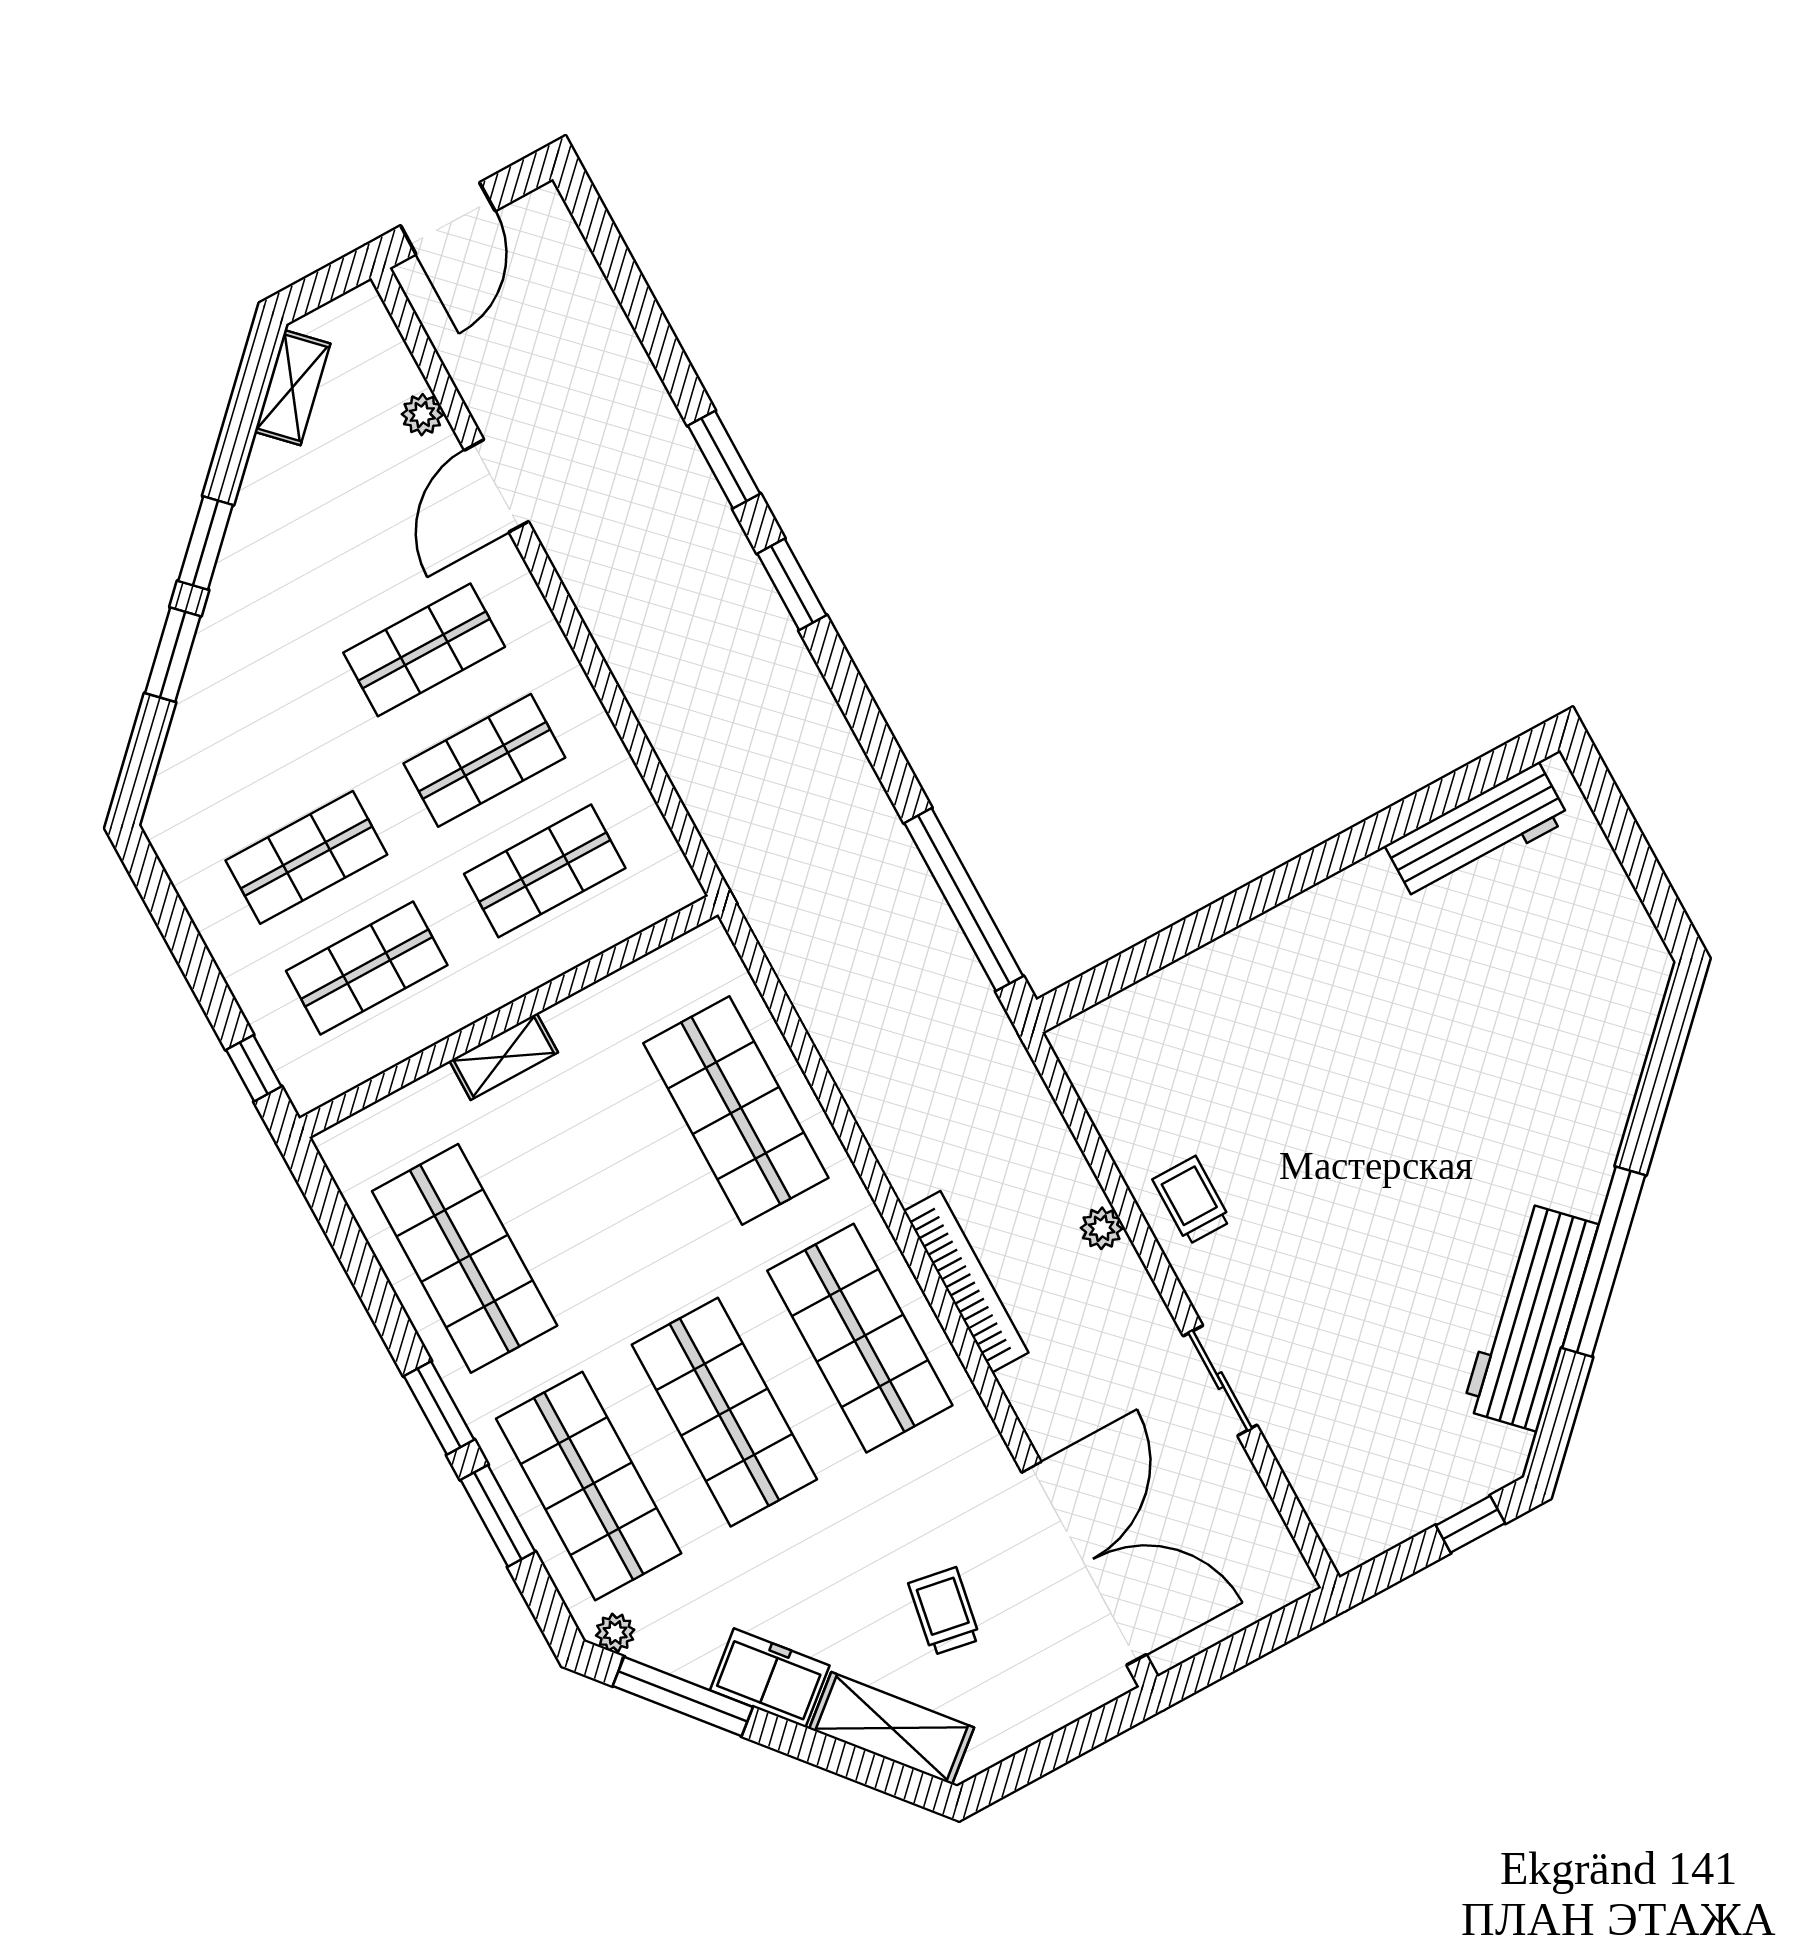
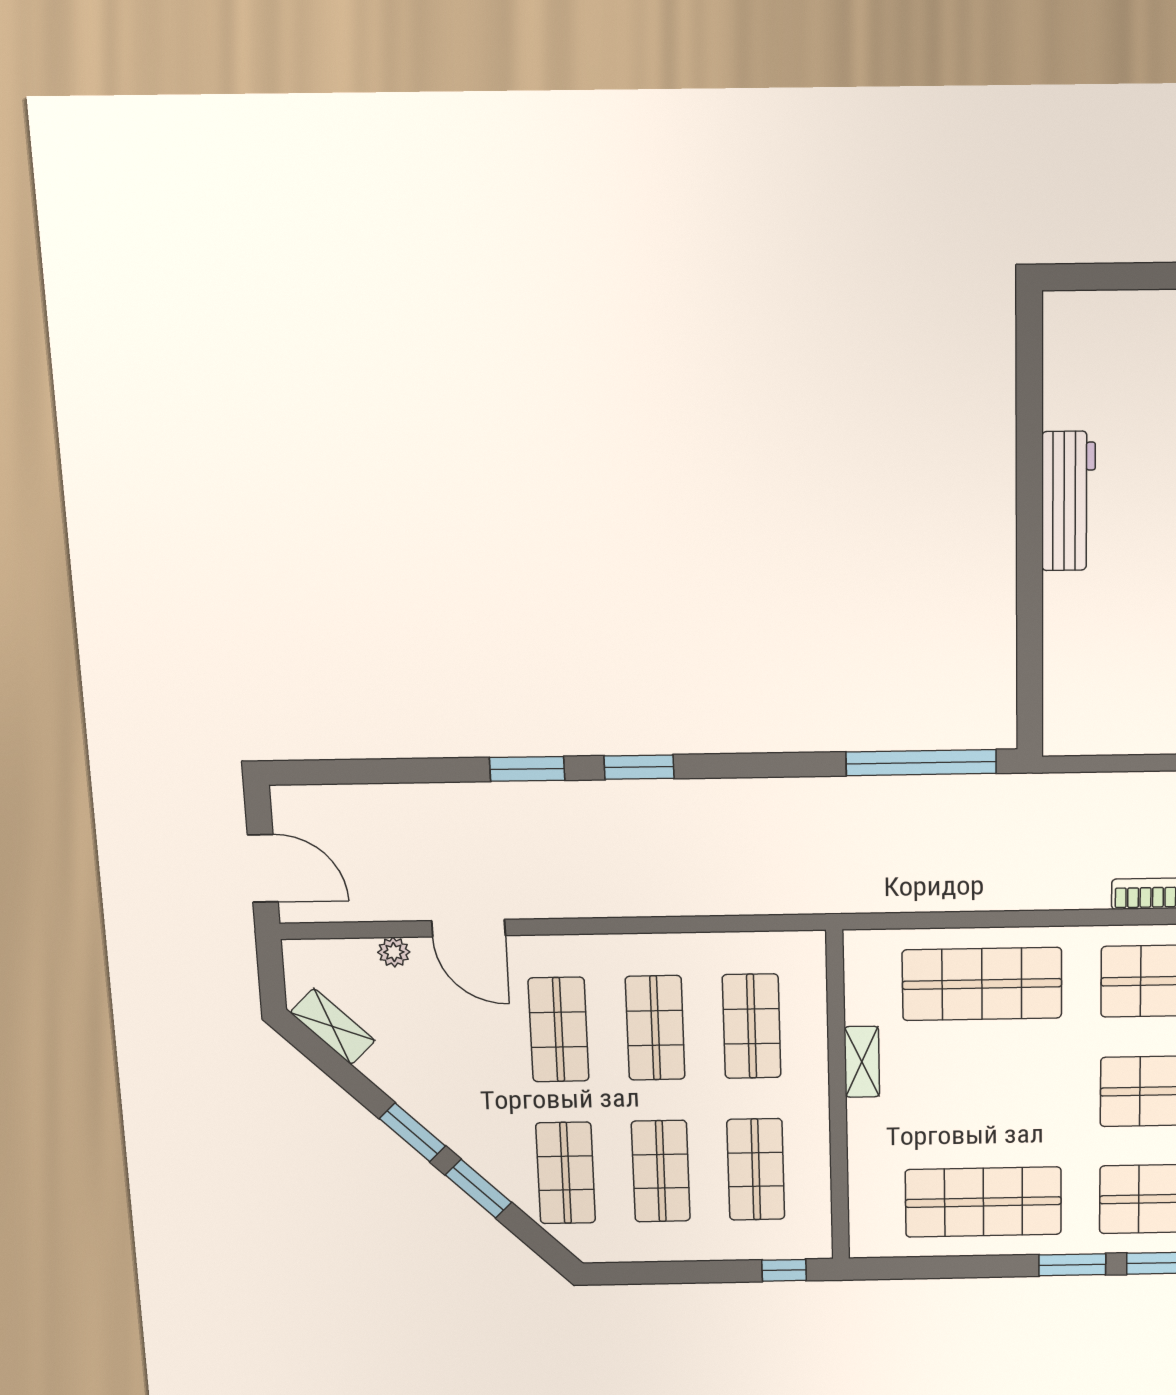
shop shelf: (246, 747) -> (566, 1173), added
workbench: (1477, 833) -> (1068, 501), moved
shelving: (504, 1057) -> (862, 1062), moved

